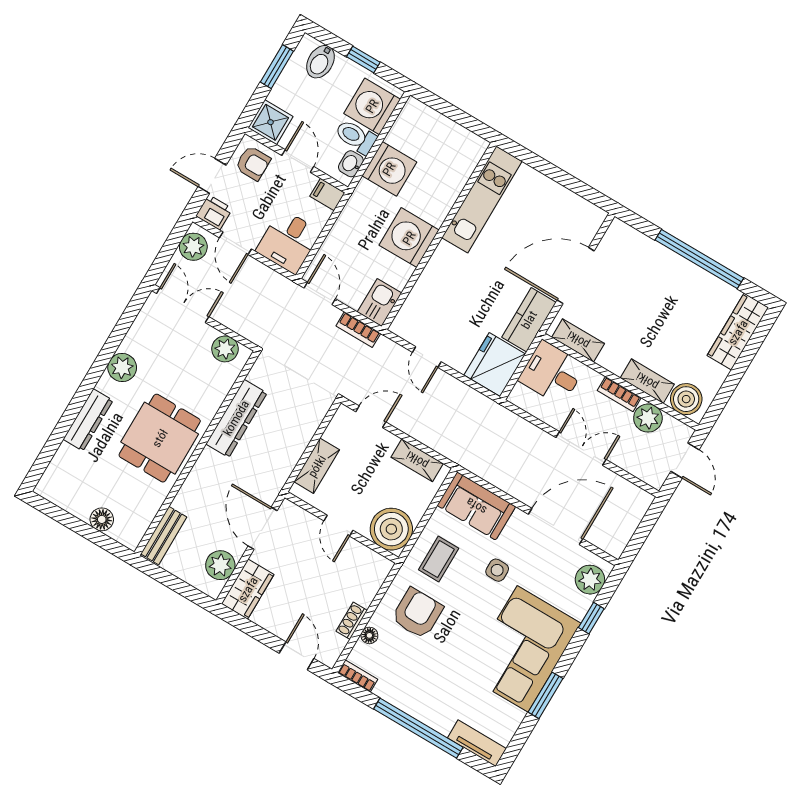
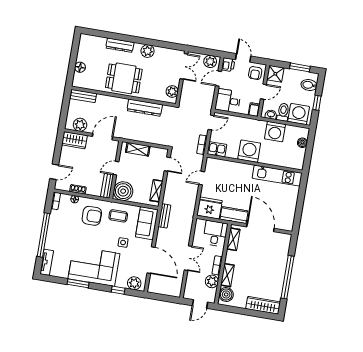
boiler: (434, 121) -> (302, 143), added
bench: (475, 464) -> (164, 216), added
bench: (368, 558) -> (107, 186), added

